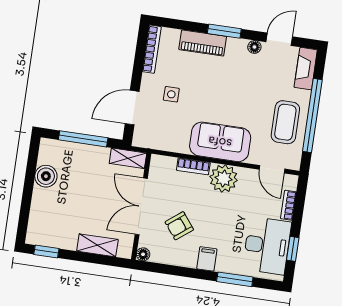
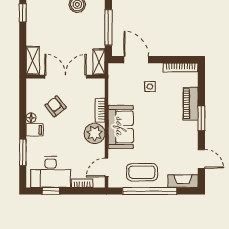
floor lamp: (254, 47) -> (193, 142), removed
shelving: (97, 245) -> (33, 61), moved
floor lamp: (143, 254) -> (31, 118), moved

